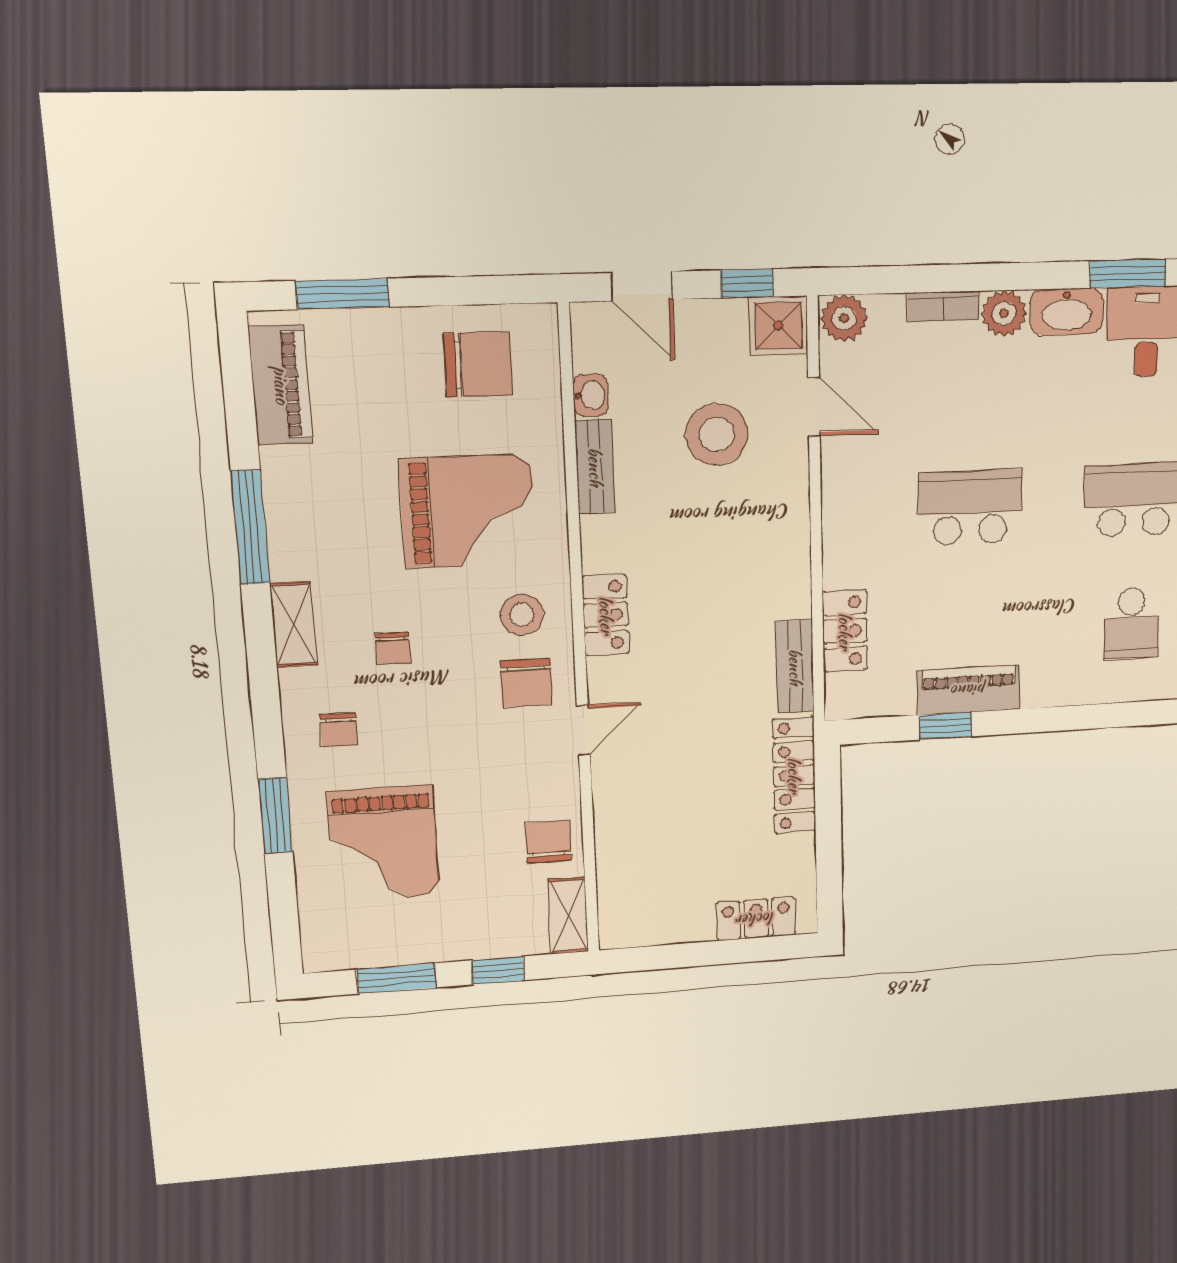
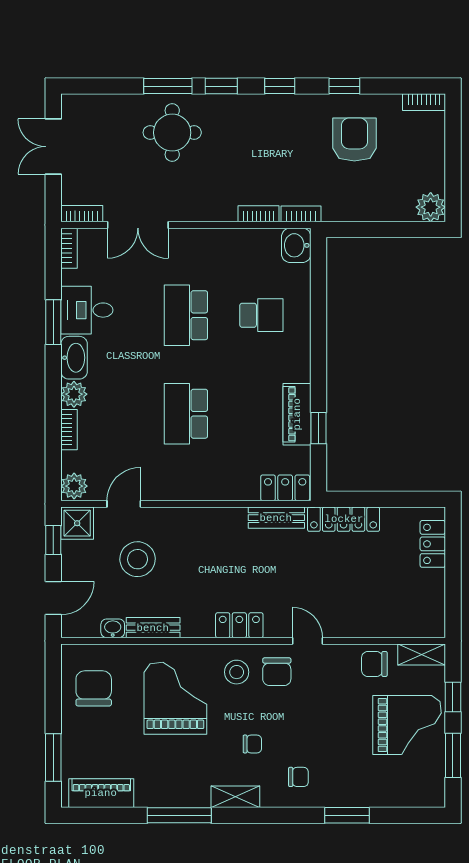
locker: (845, 631) -> (285, 488), moved
chair: (526, 683) -> (277, 672), turned 90
grand piano: (384, 844) -> (407, 725), moved

